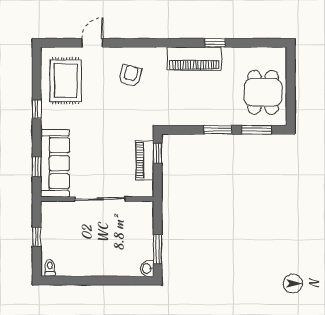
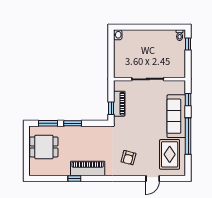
dining table: (263, 92) -> (44, 147), turned 90
window: (37, 109) -> (188, 136), width x3.17
sofa: (55, 163) -> (176, 116), moved
window: (37, 237) -> (188, 44), moved
window: (158, 249) -> (111, 47), removed

